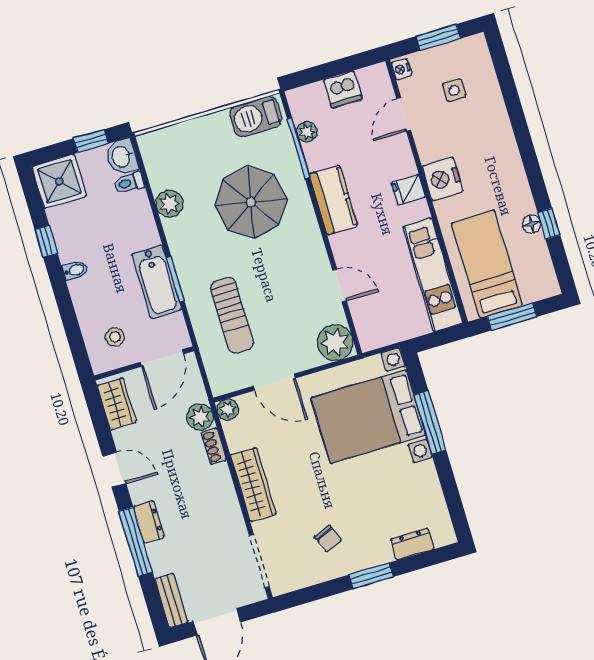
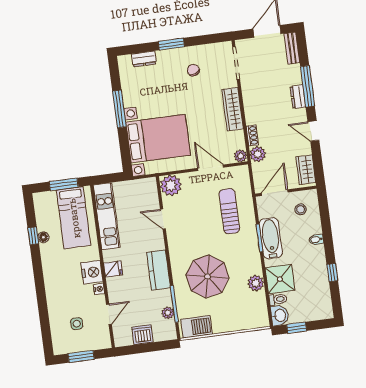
nightstand: (401, 69) -> (99, 289), moved
shower: (59, 181) -> (280, 279), moved
bidet: (75, 270) -> (316, 240), moved
window: (430, 422) -> (119, 109), moved

